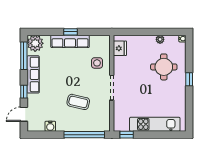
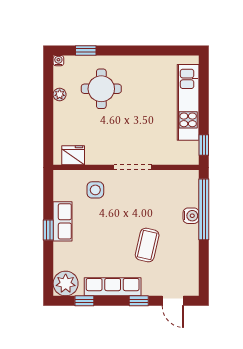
row of seats: (70, 41) -> (63, 221), width x0.68
window: (24, 56) -> (84, 301), width x0.46
window: (189, 79) -> (86, 50), moved
coffee table: (78, 102) -> (147, 245), moved
water cooler: (50, 126) -> (191, 216), moved

